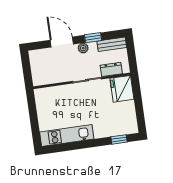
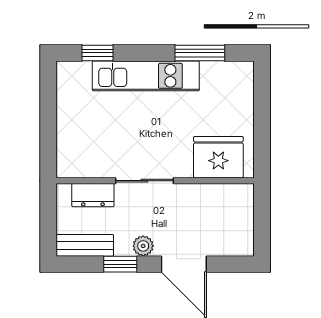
fridge: (122, 89) -> (218, 157), moved, turned -90
kitchen unit: (67, 135) -> (146, 76), moved
window: (69, 147) -> (200, 53), added

